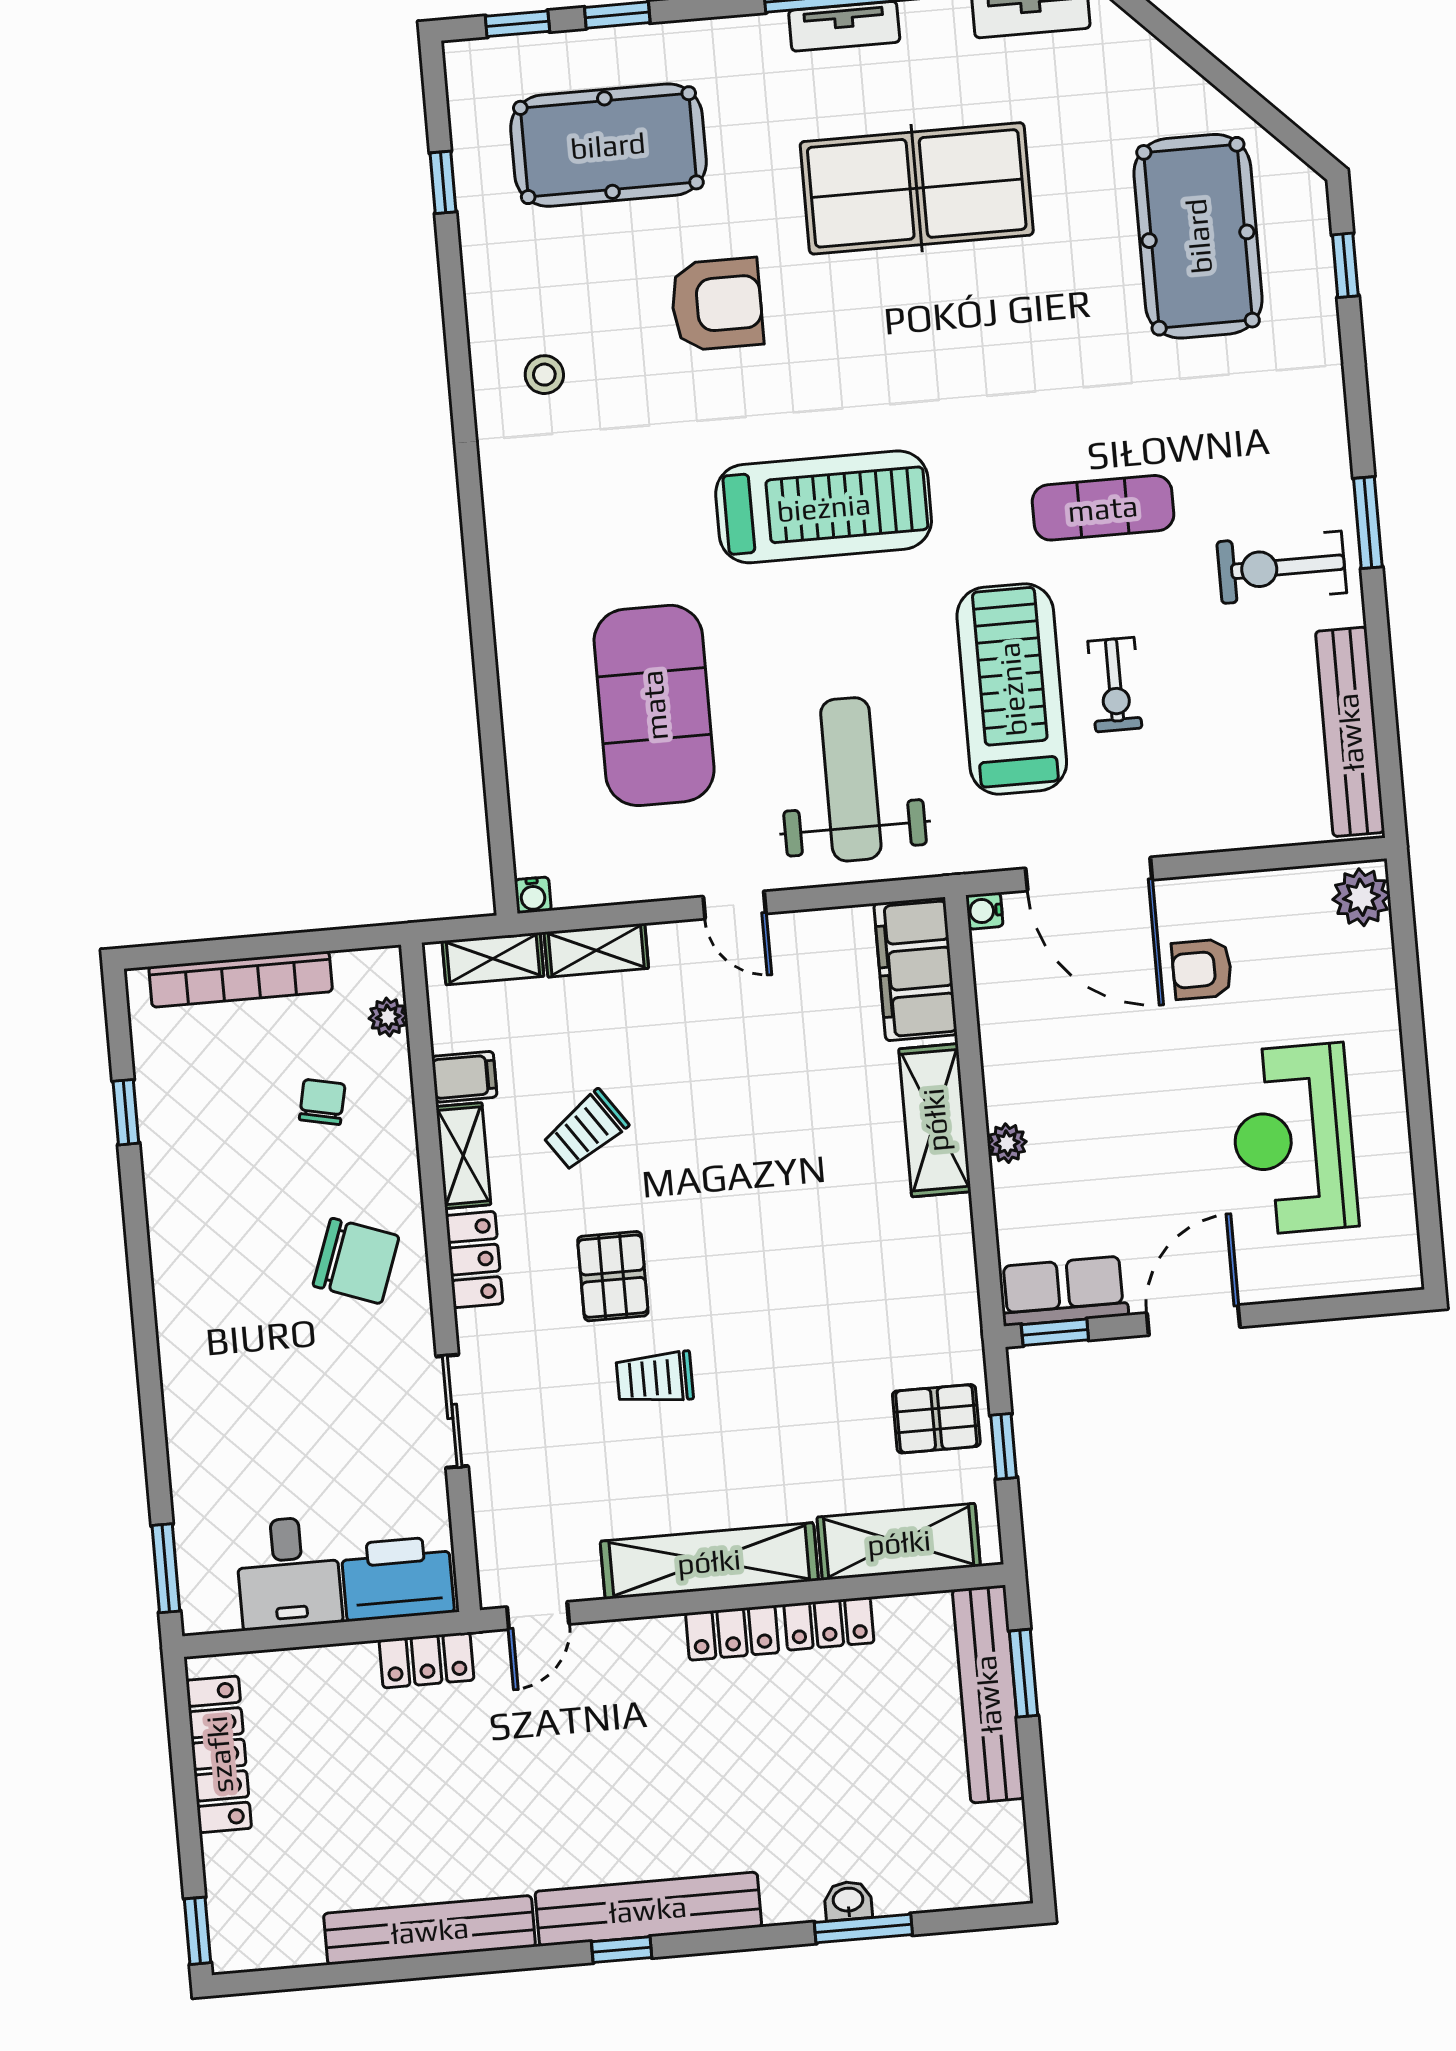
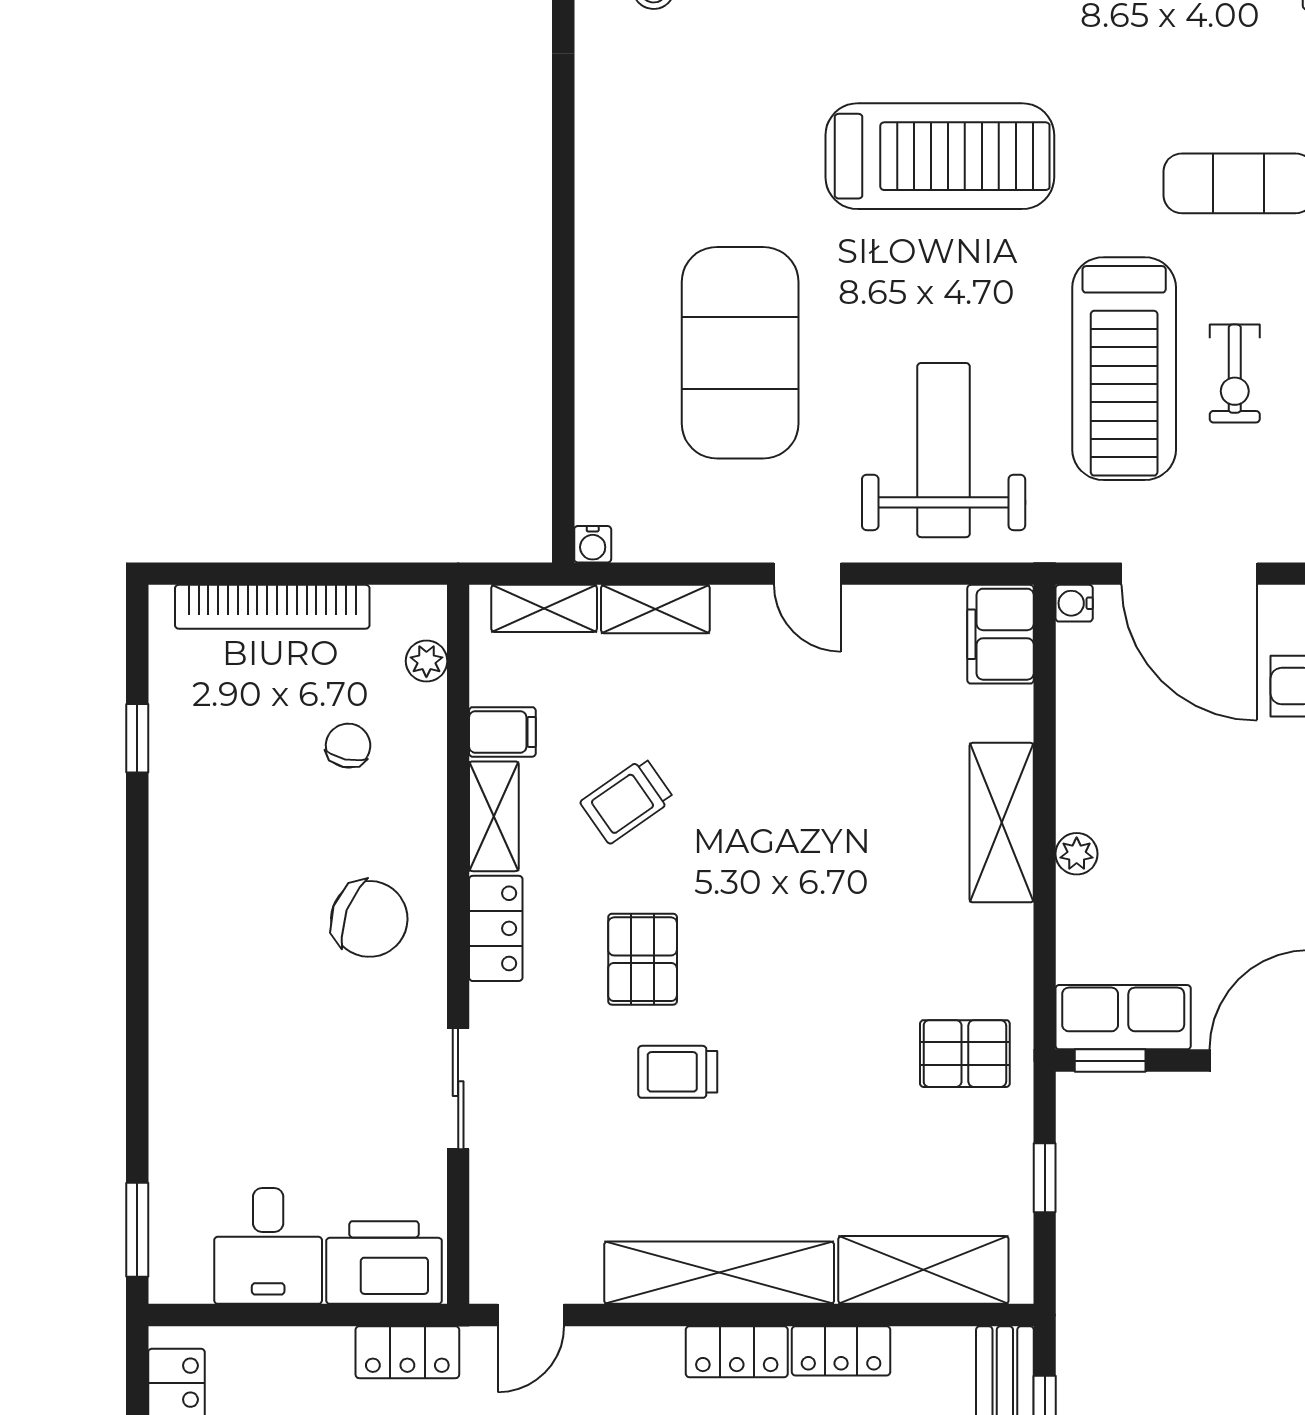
treadmill: (1012, 689) -> (1124, 369), turned 180
filing cabinet: (916, 969) -> (1000, 634), width x0.67, depth x0.86
pallet: (936, 1419) -> (965, 1054), moved

